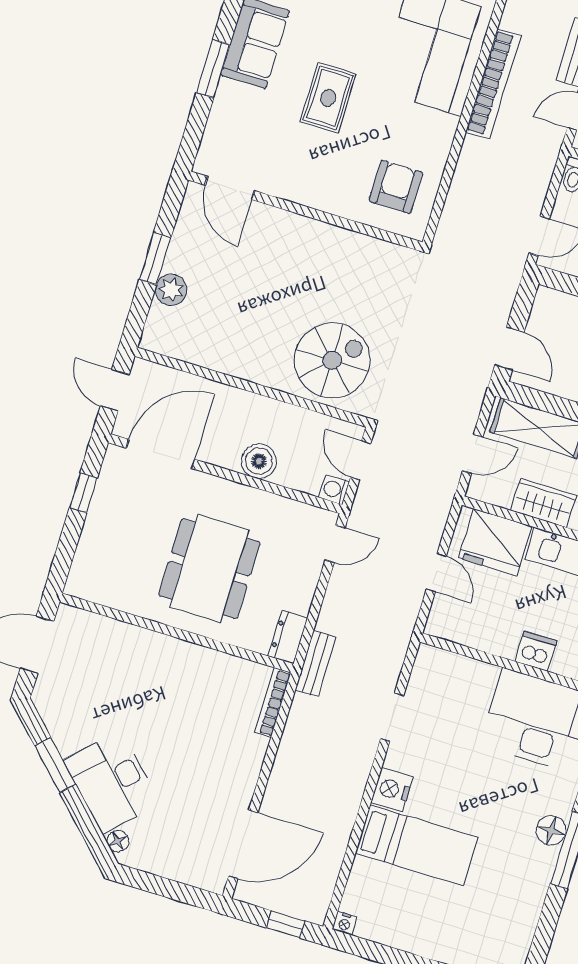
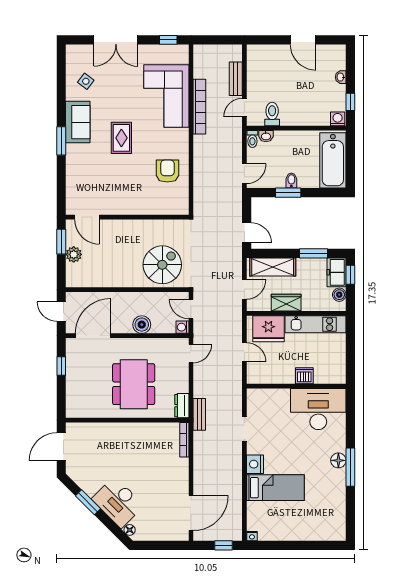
door: (230, 188) -> (87, 217), moved
wall: (305, 211) -> (127, 217), moved

